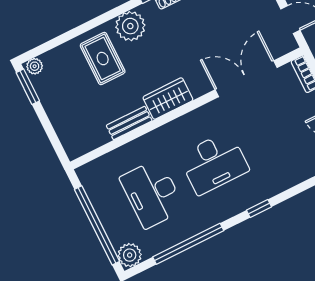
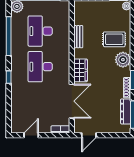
wardrobe: (168, 99) -> (81, 70), moved
desk: (152, 194) -> (40, 31), turned -90

